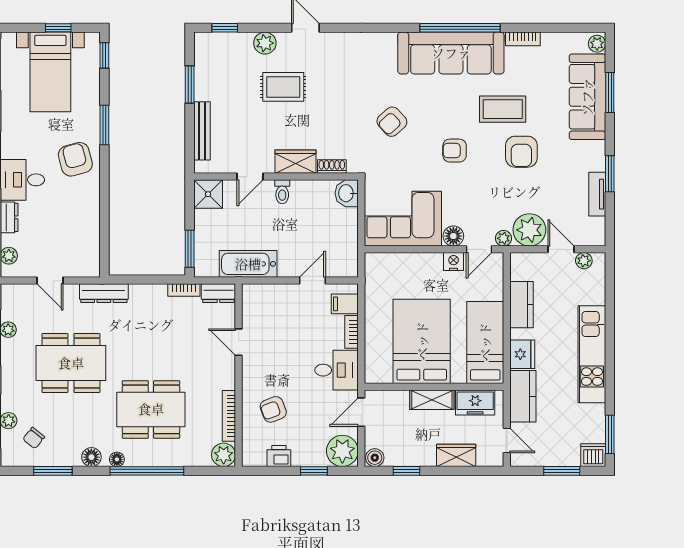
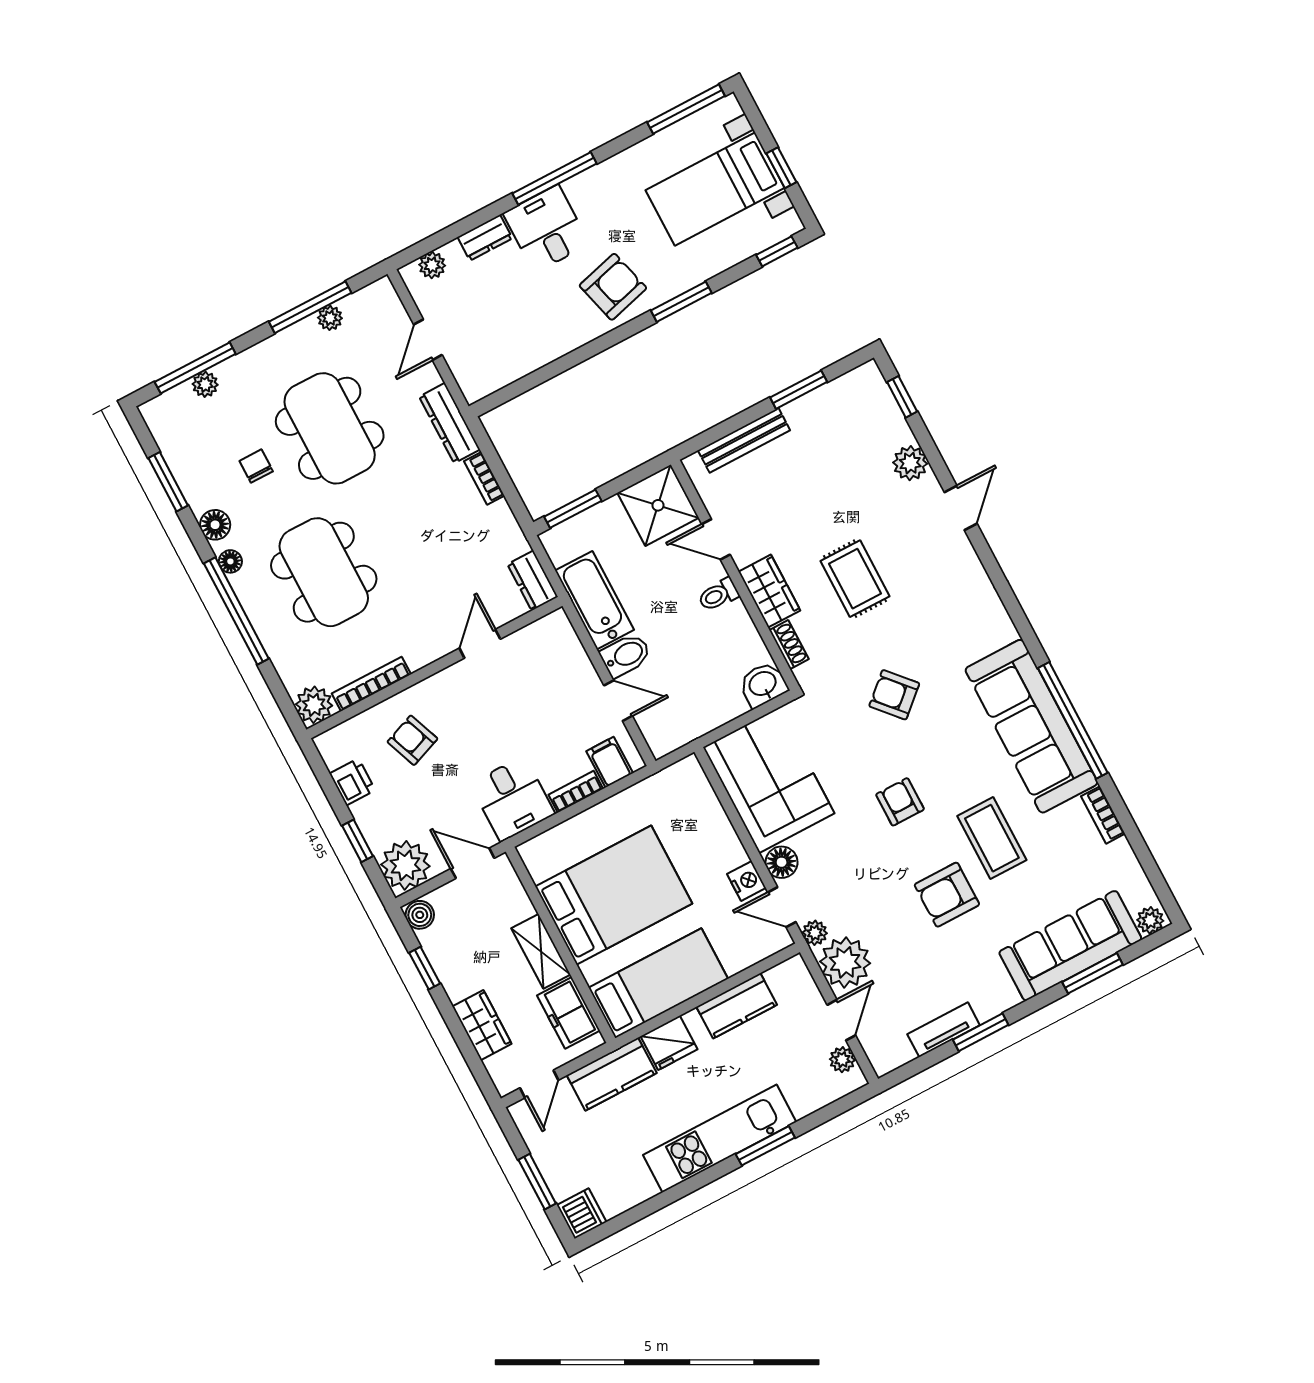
rug: (283, 87) -> (855, 579), moved
shower: (208, 194) -> (658, 505), width x1.36, depth x1.36
bidet: (289, 263) -> (626, 655), added
bookcase: (184, 290) -> (484, 478), moved
window: (610, 434) -> (765, 1146), moved
chair: (34, 438) -> (256, 466), moved, turned 51

